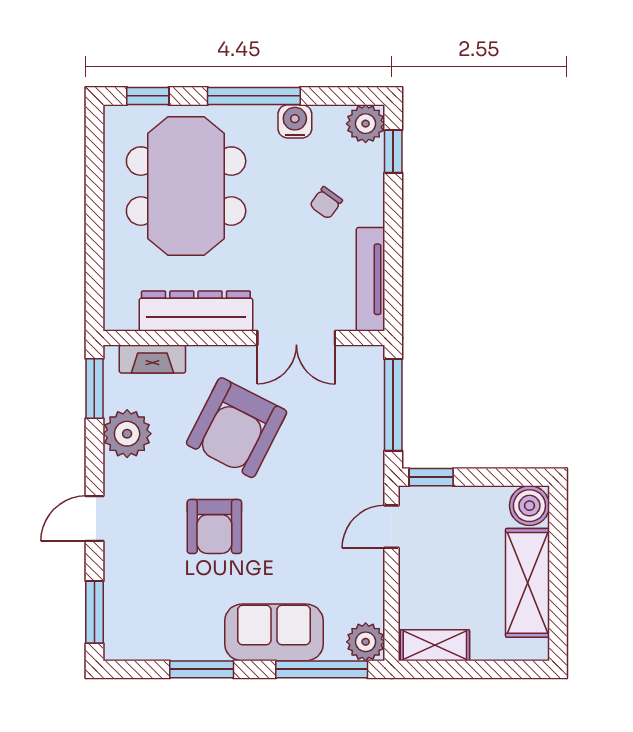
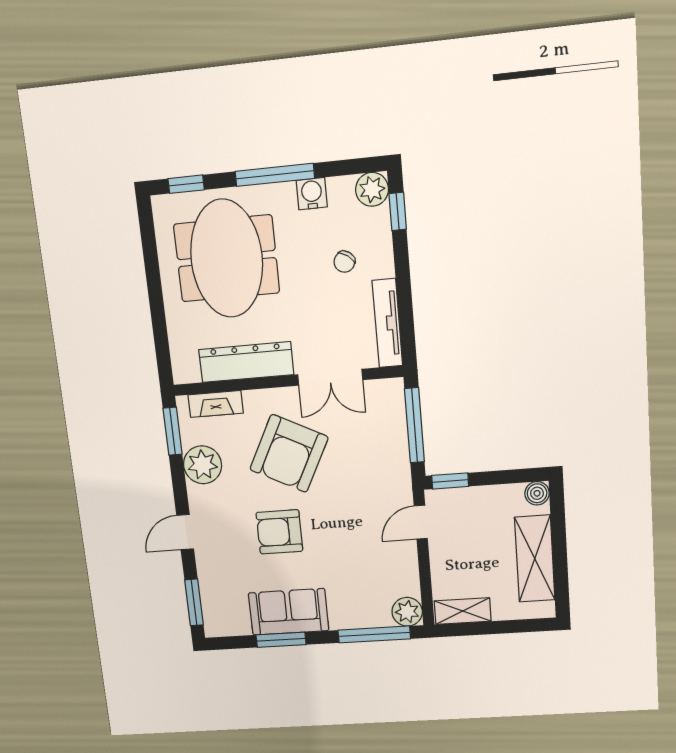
boiler: (529, 506) -> (537, 493), width x0.73, depth x0.73
armchair: (214, 527) -> (279, 532), turned 90
sofa: (274, 632) -> (289, 612), moved

